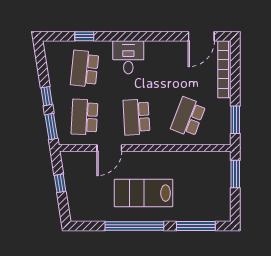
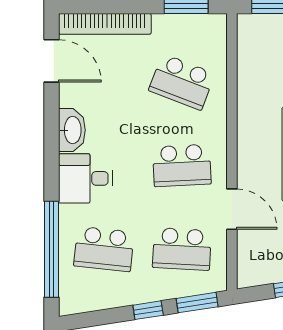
window: (84, 36) -> (52, 249), width x3.17
washbasin: (158, 49) -> (72, 130), added

